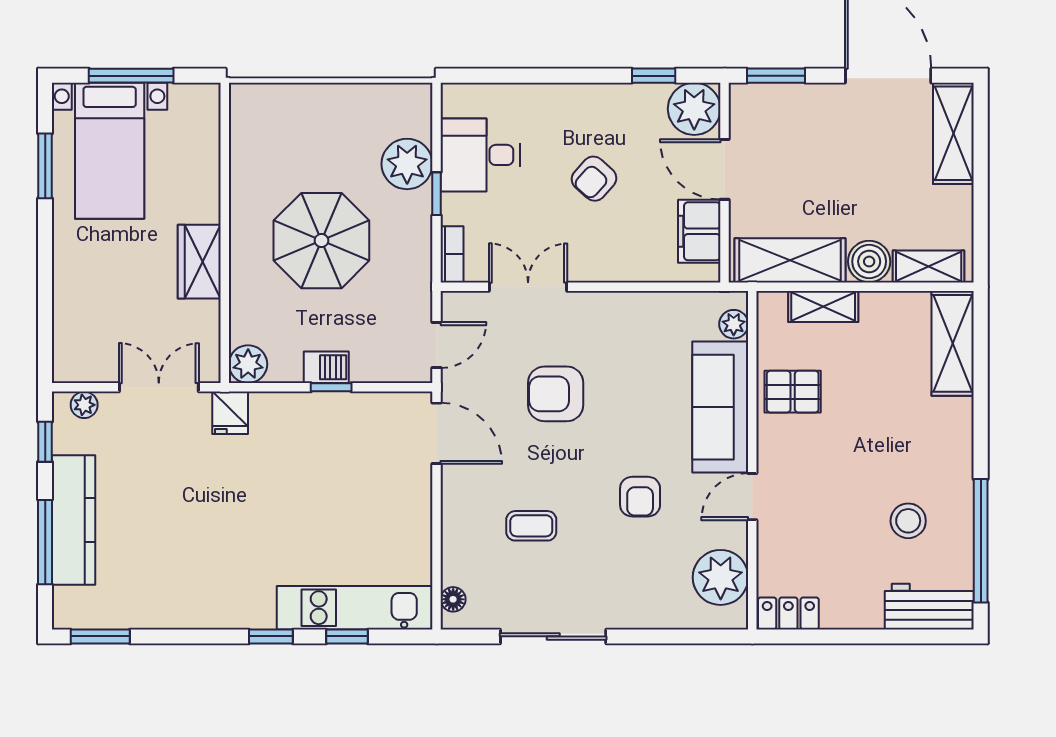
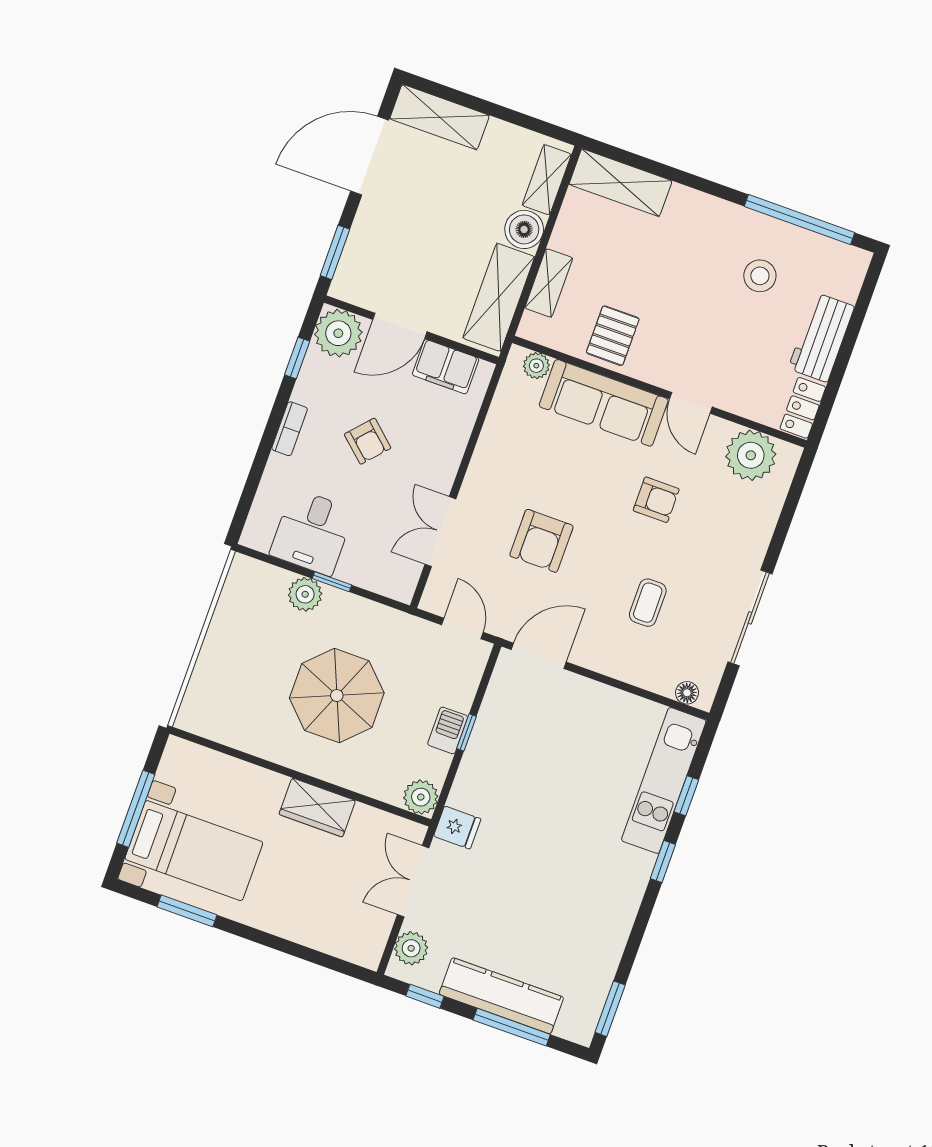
plant: (407, 164) -> (305, 594), width x0.73, depth x0.73
bookcase: (452, 254) -> (290, 429), moved, turned 90
plant: (84, 405) -> (411, 948), width x1.38, depth x1.38
workbench: (929, 607) -> (821, 337), moved

